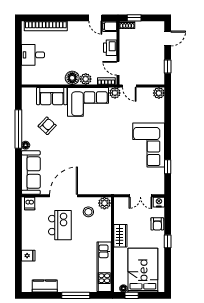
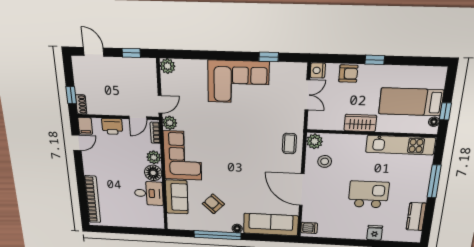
desk: (33, 55) -> (149, 193), moved, turned -90
coffee table: (102, 184) -> (289, 144), added
kitchen island: (60, 225) -> (369, 194), moved
bed: (143, 270) -> (411, 102), width x0.67

